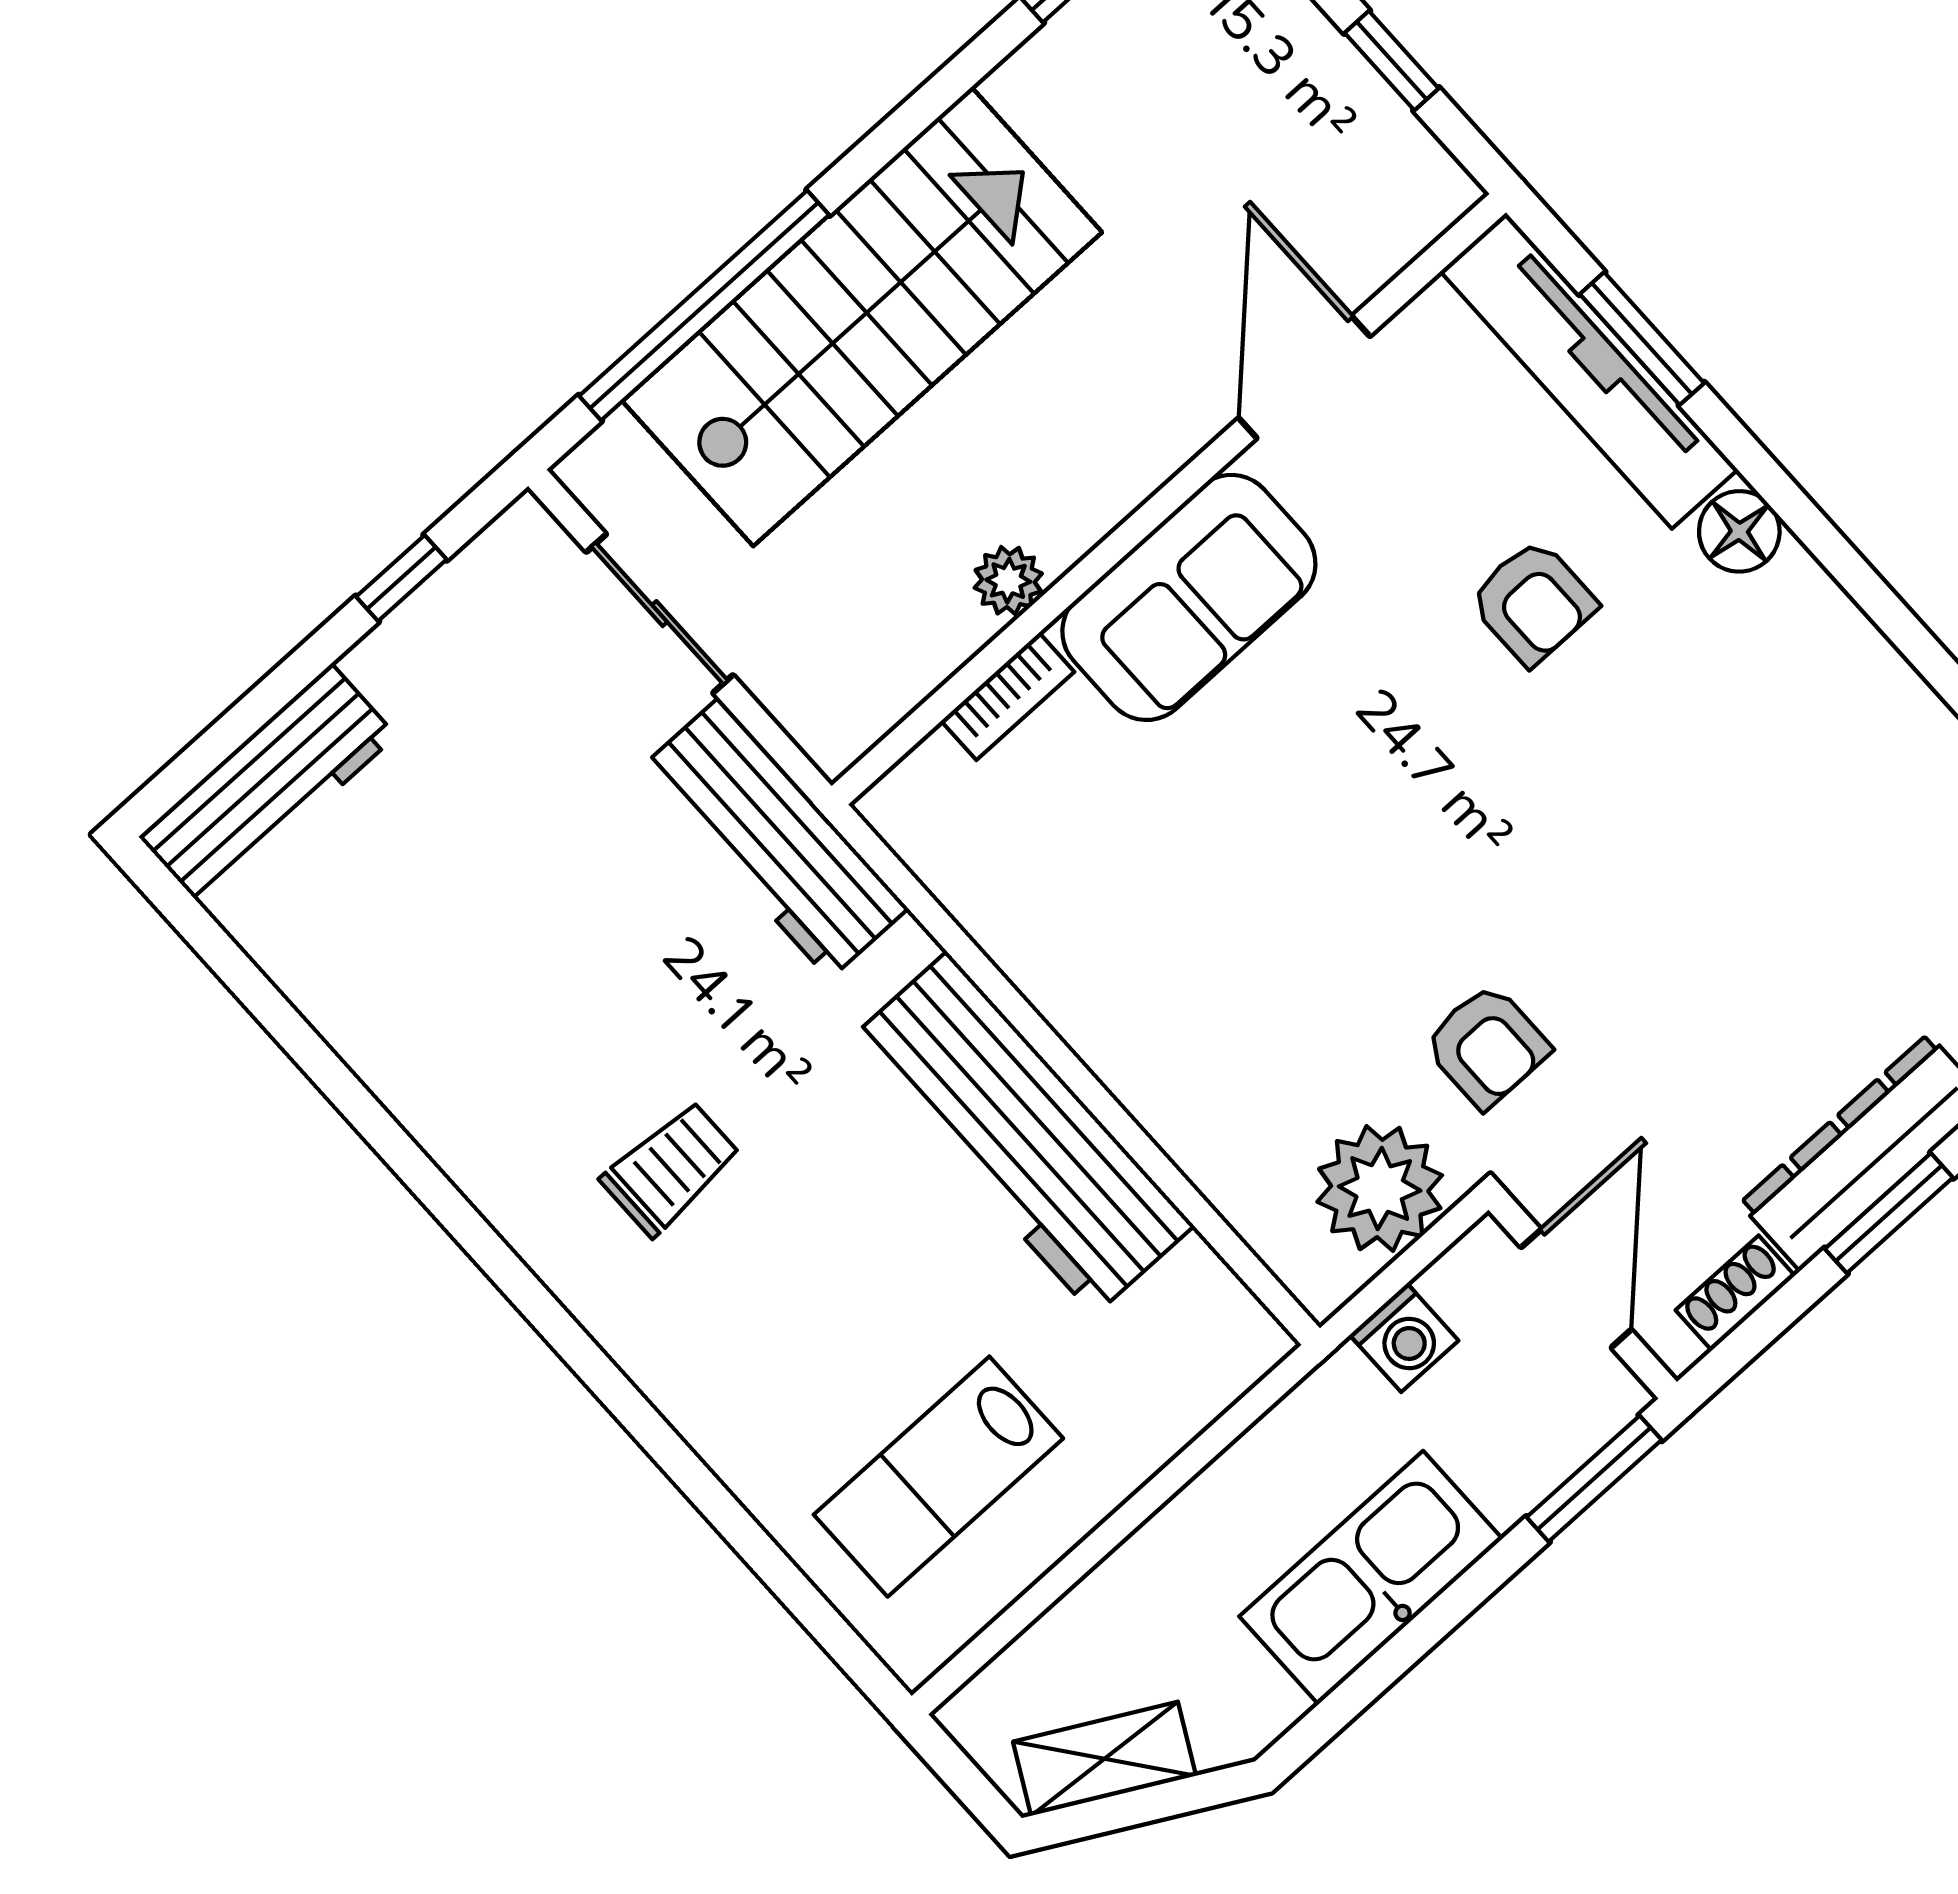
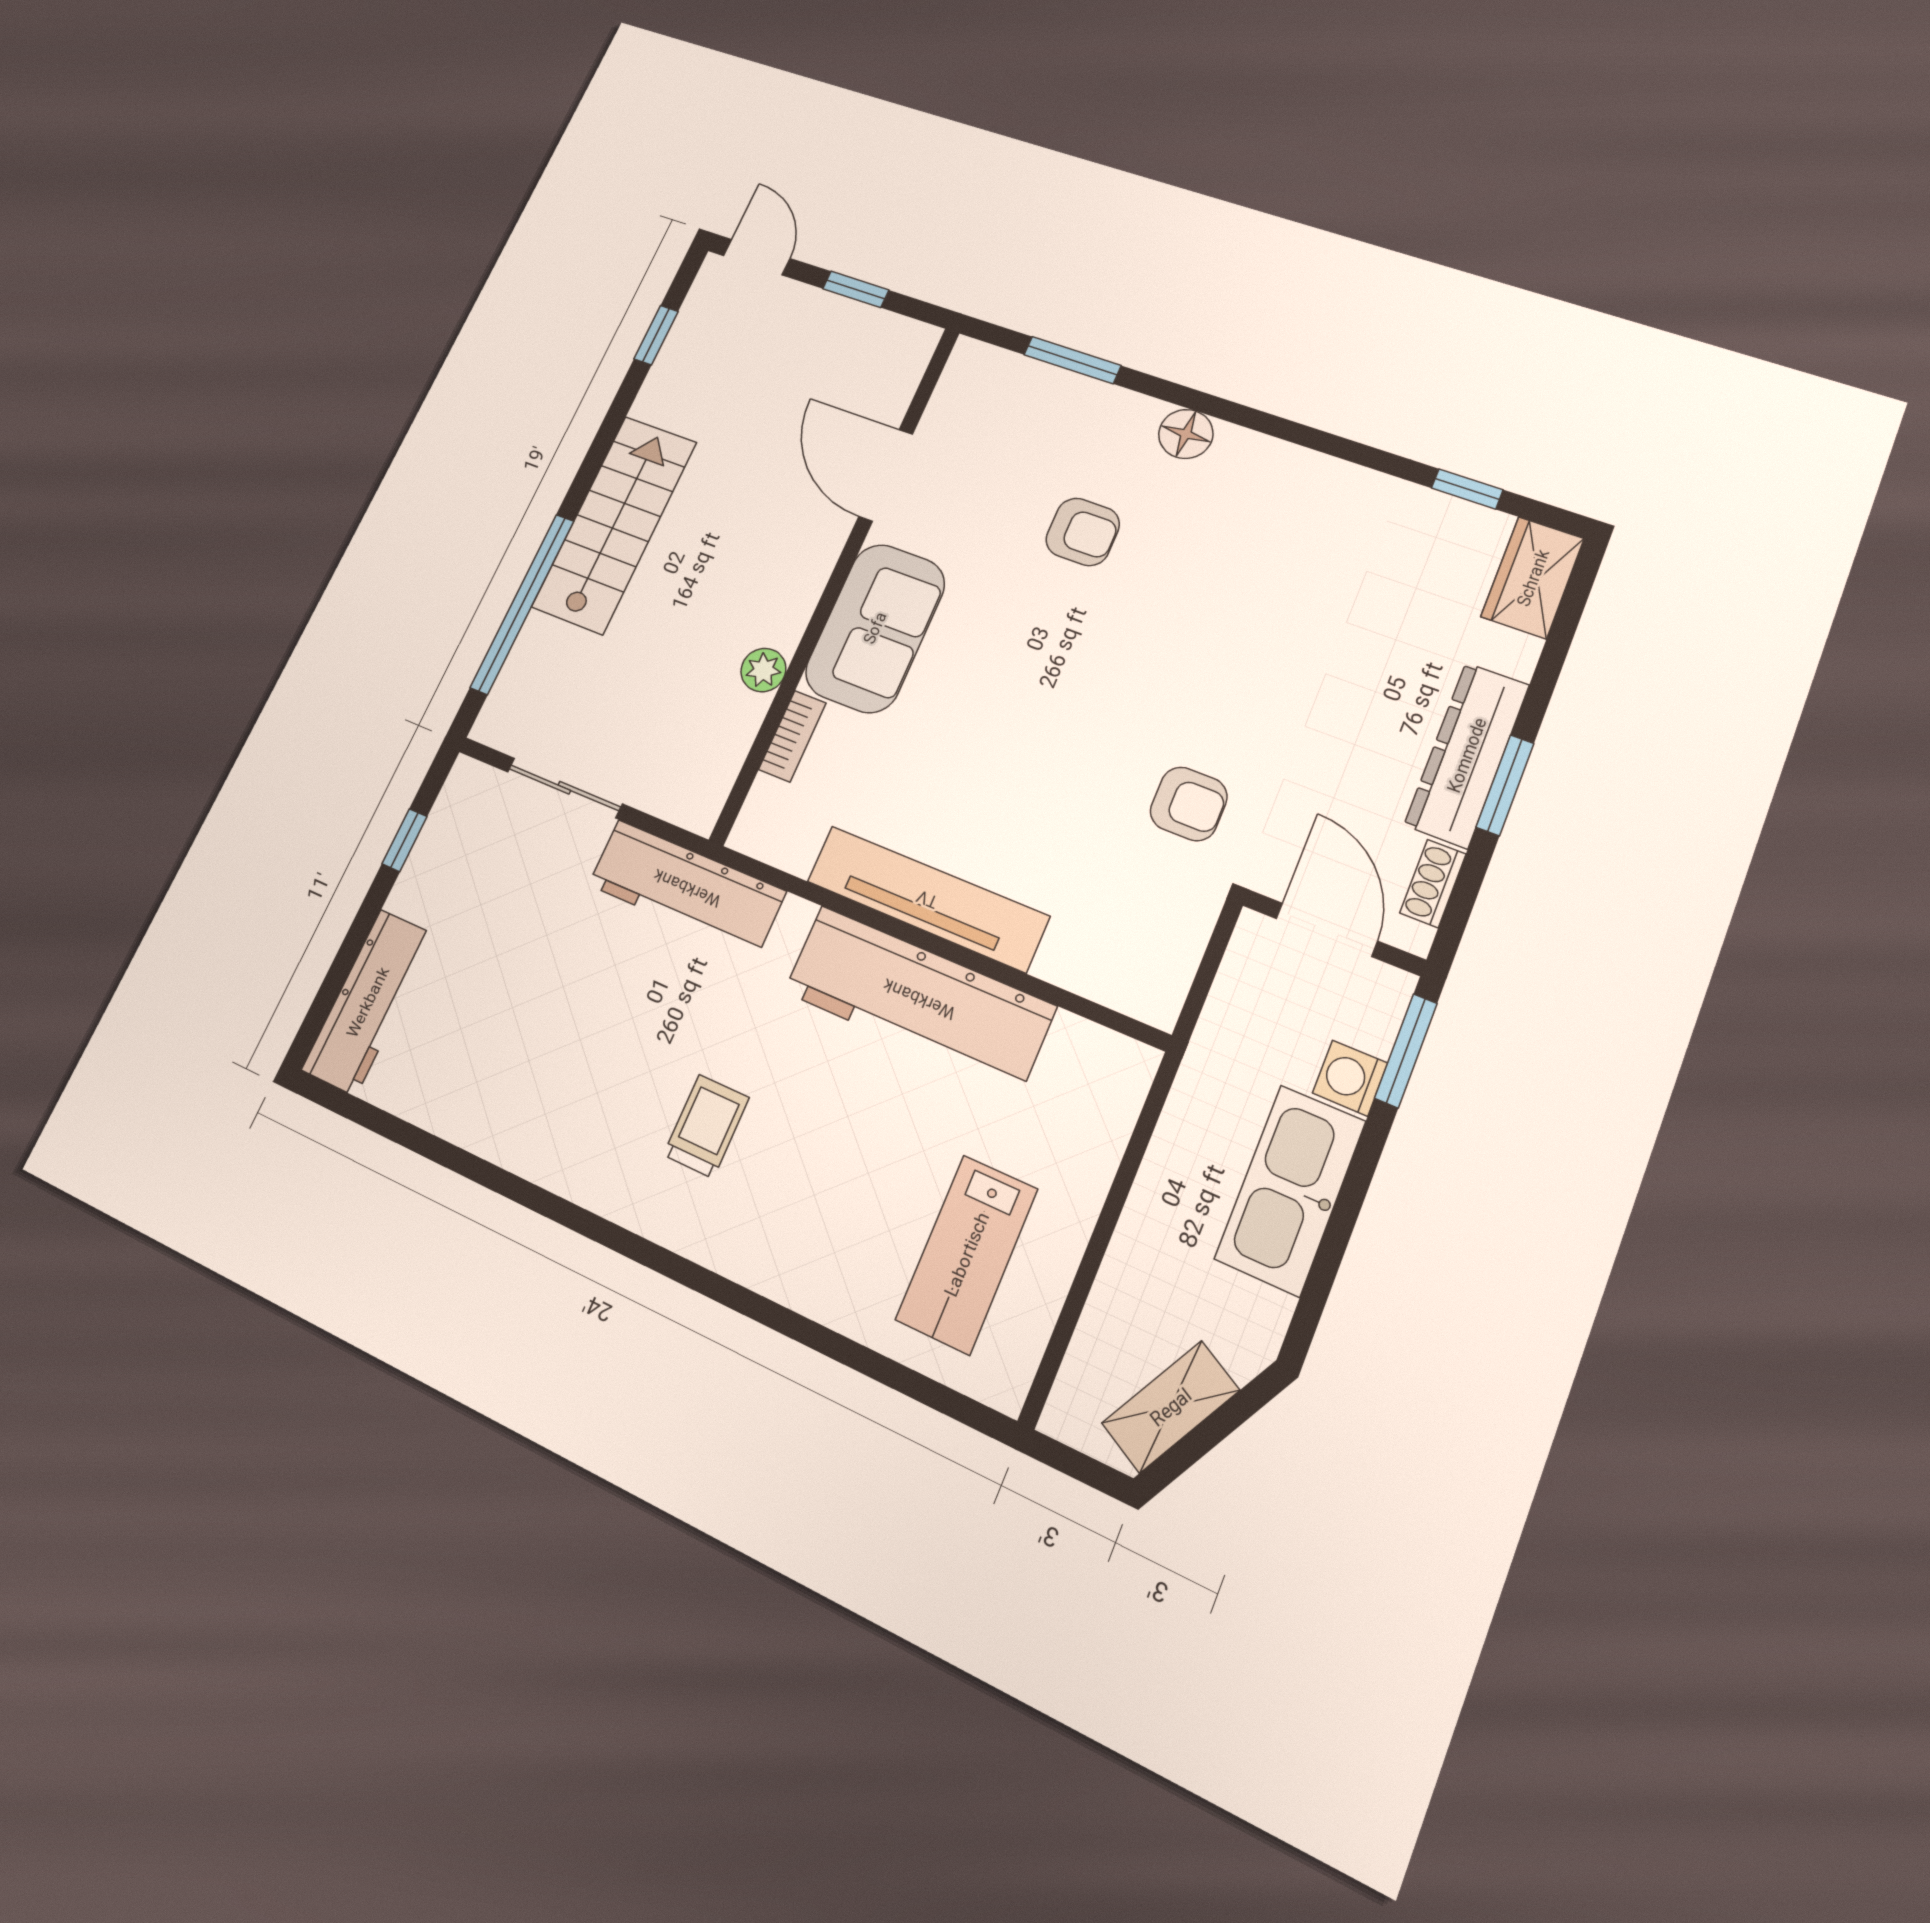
stairs: (862, 317) -> (614, 524), width x0.73, depth x0.66
tv unit: (1589, 371) -> (927, 899), moved, turned 180
plant: (1380, 1188) -> (1166, 926), removed
washing machine: (1404, 1338) -> (1350, 1078), moved, turned 180

